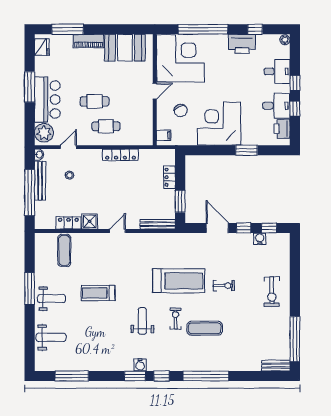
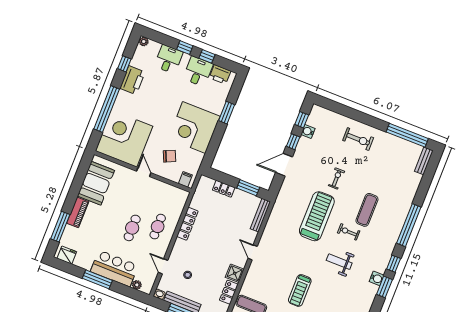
plant: (44, 133) -> (137, 285), width x0.53, depth x0.53

